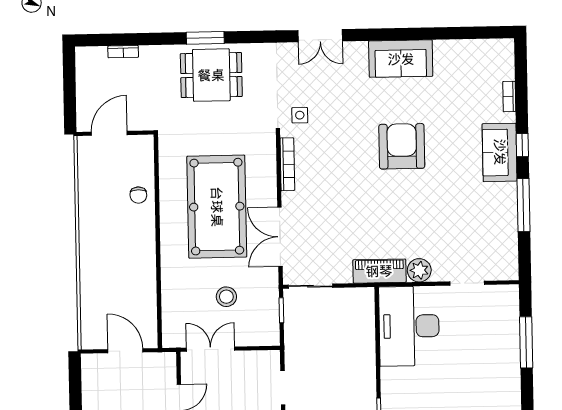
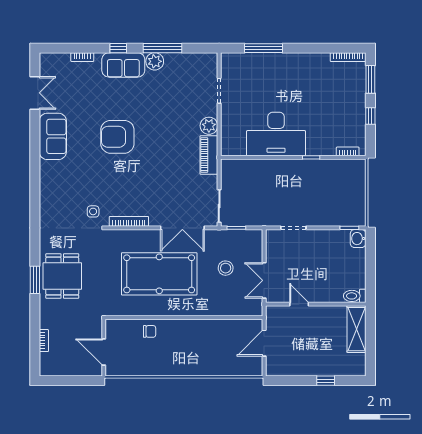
double door: (320, 36) -> (35, 93), moved
plant: (505, 195) -> (155, 61), added
desk: (409, 326) -> (276, 134), moved

